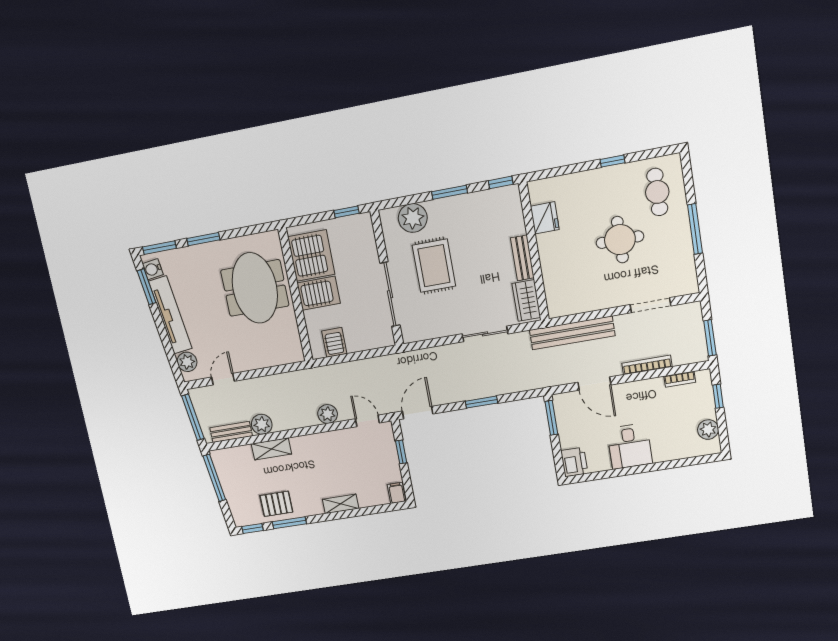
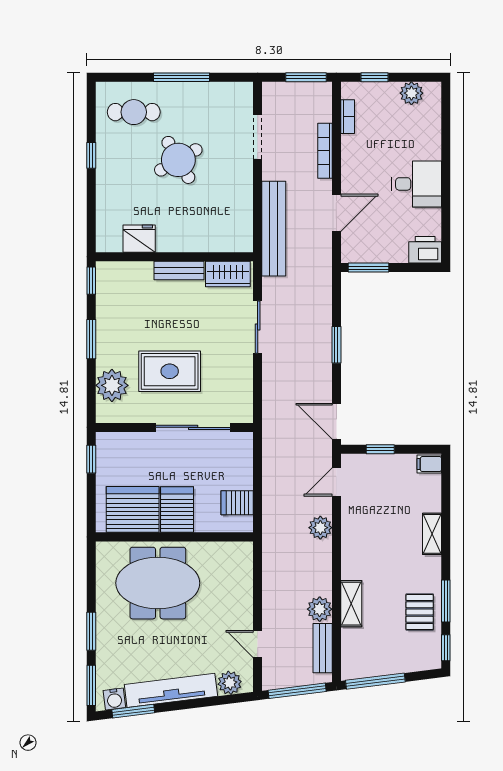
round table: (620, 240) -> (178, 160), turned -30

